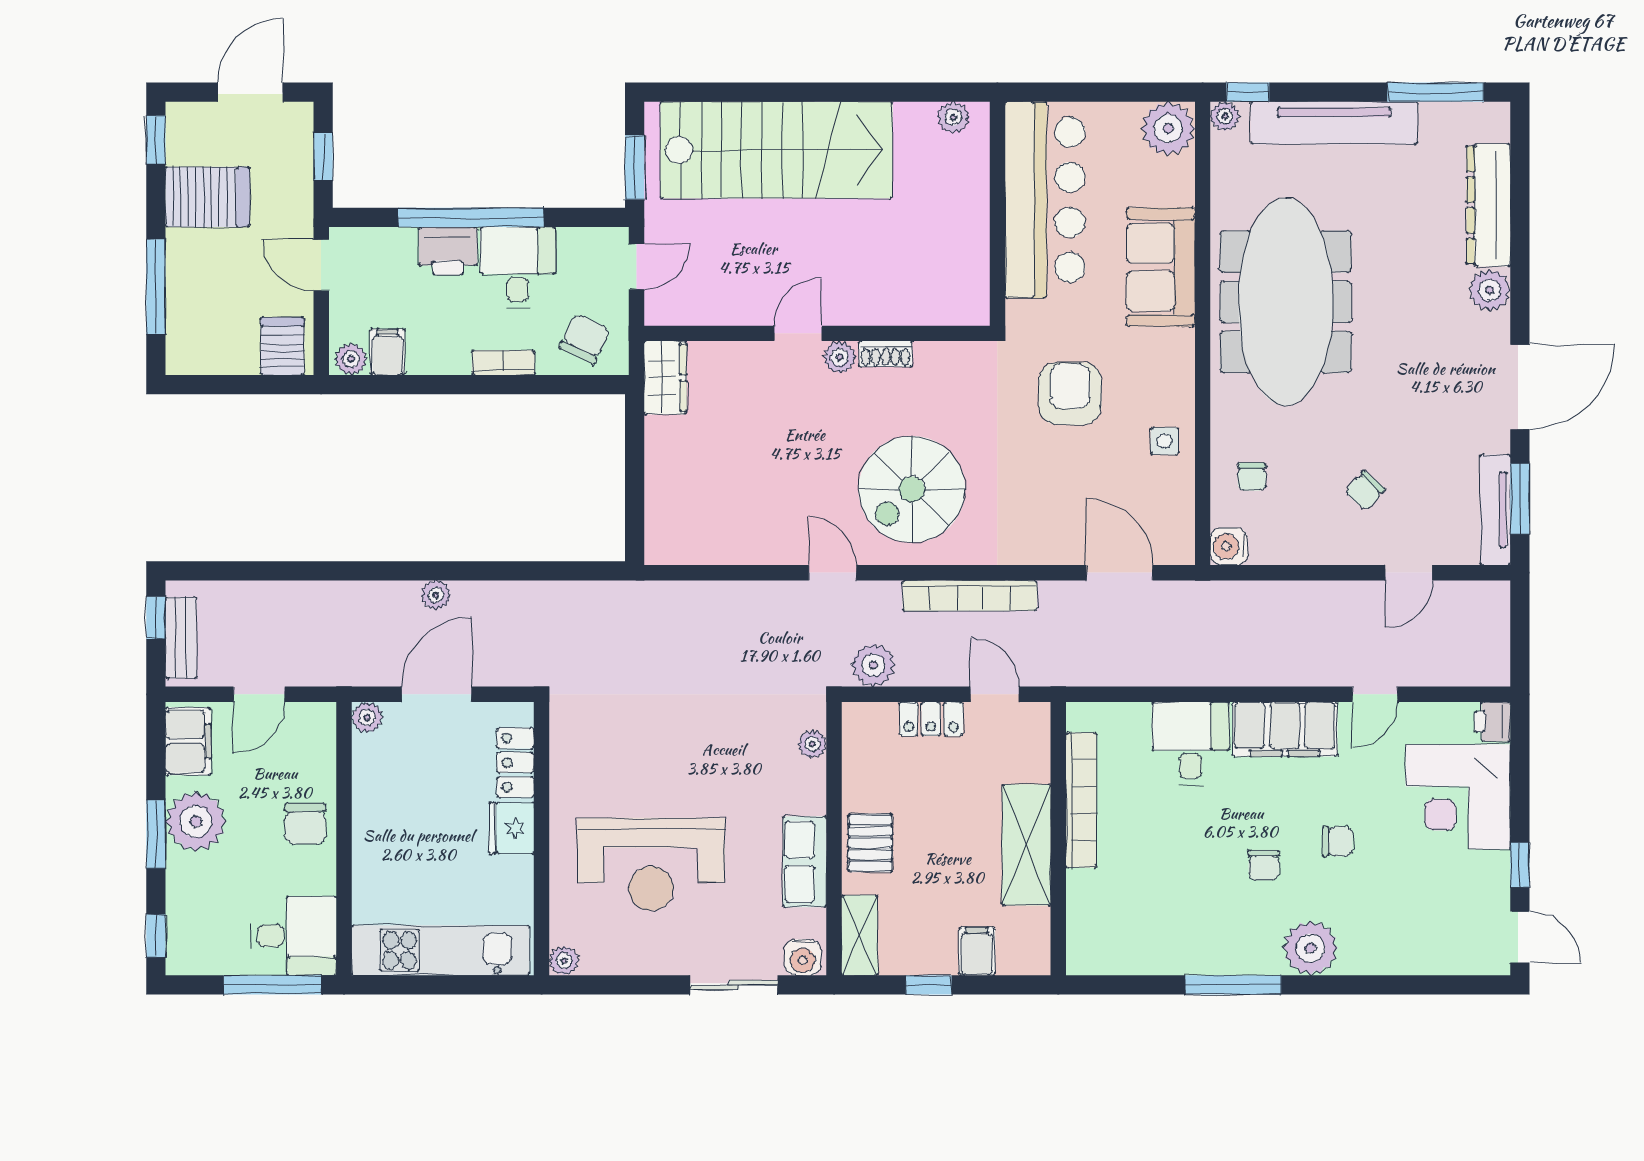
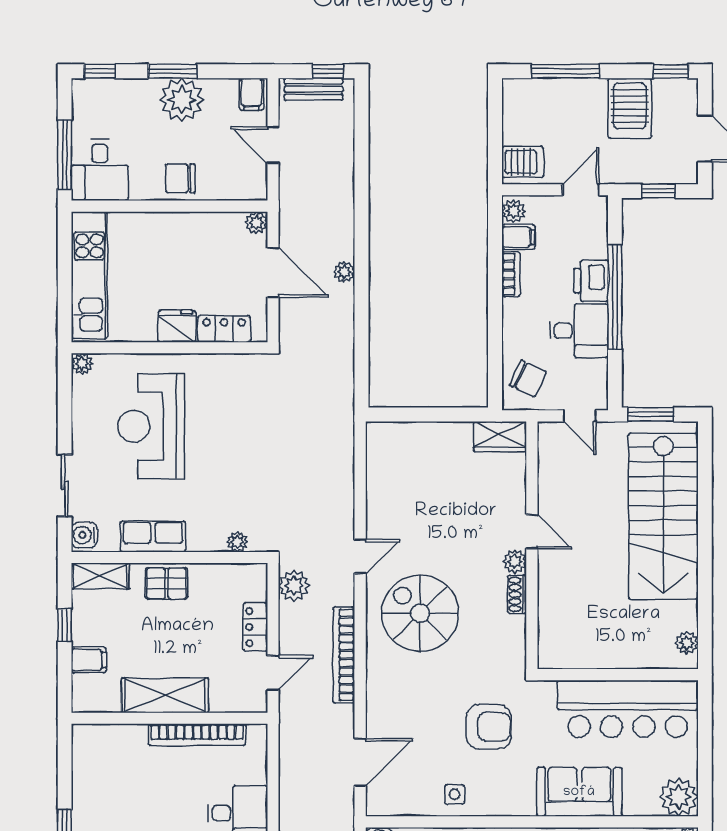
bookcase: (503, 363) -> (511, 274), moved
filing cabinet: (188, 741) -> (251, 94), width x0.50

